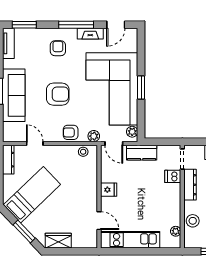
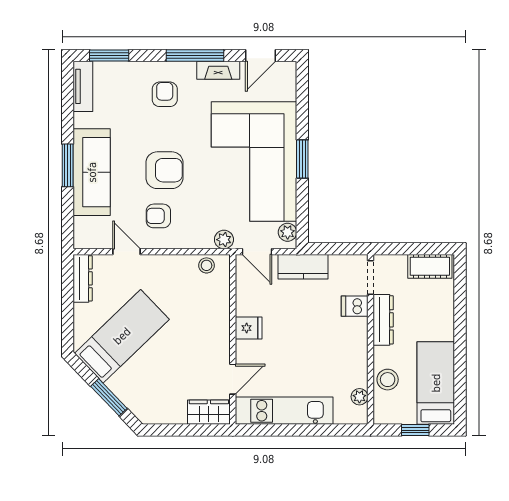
armchair: (71, 132) -> (158, 216), moved
door: (99, 221) -> (233, 379), hinge flipped
wardrobe: (58, 241) -> (209, 412), moved

